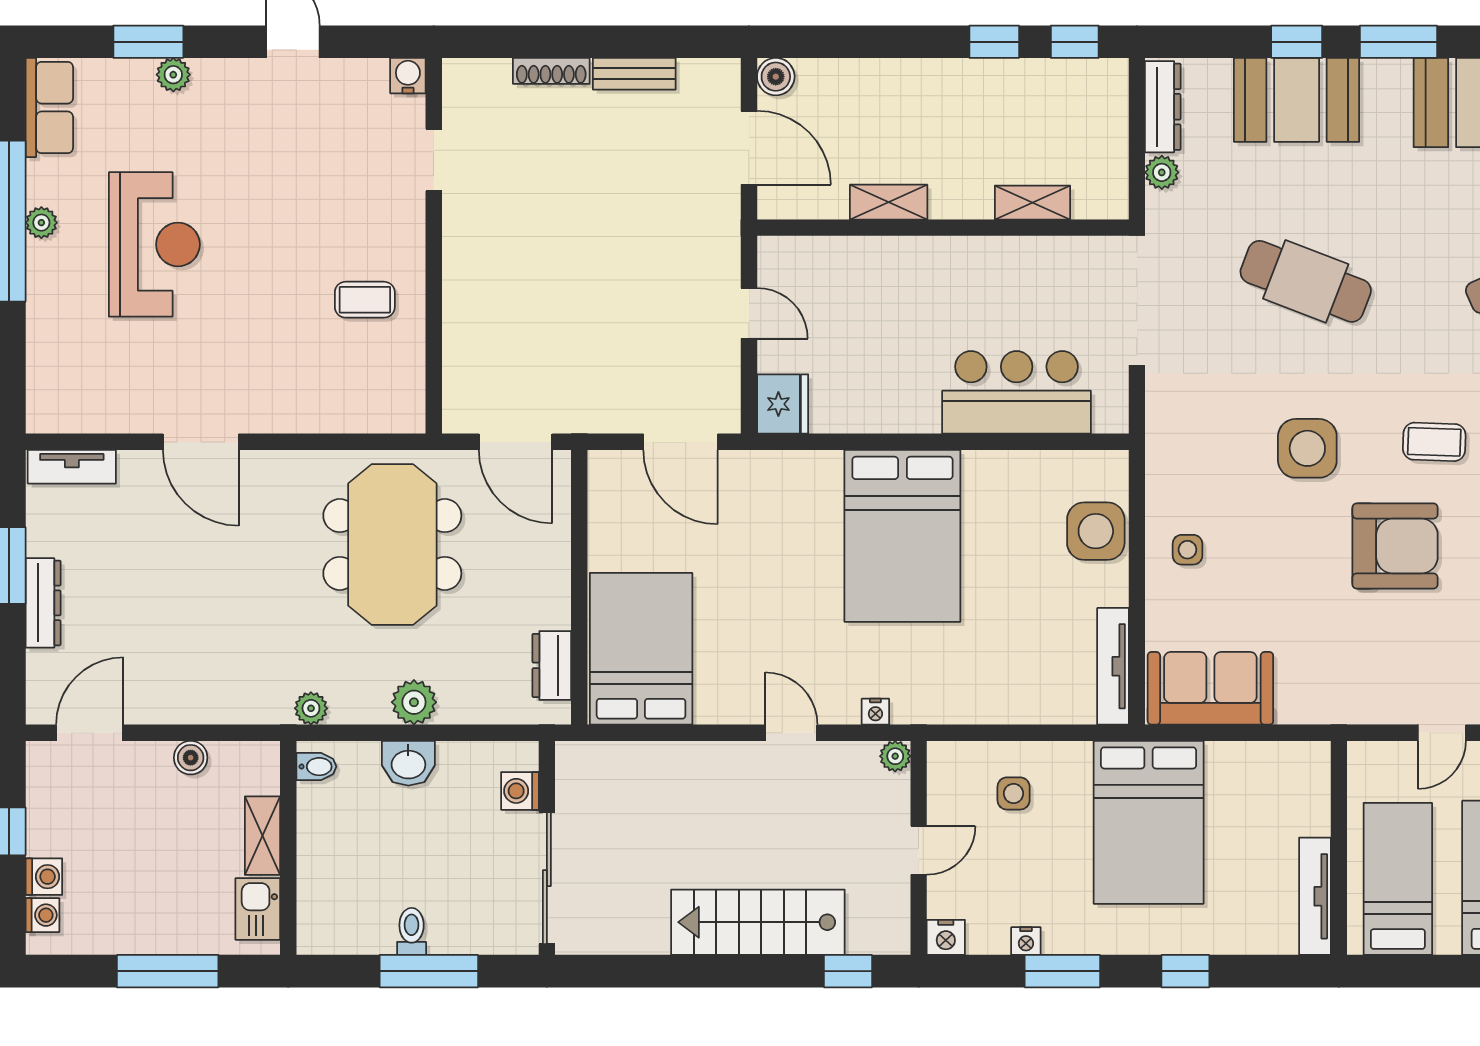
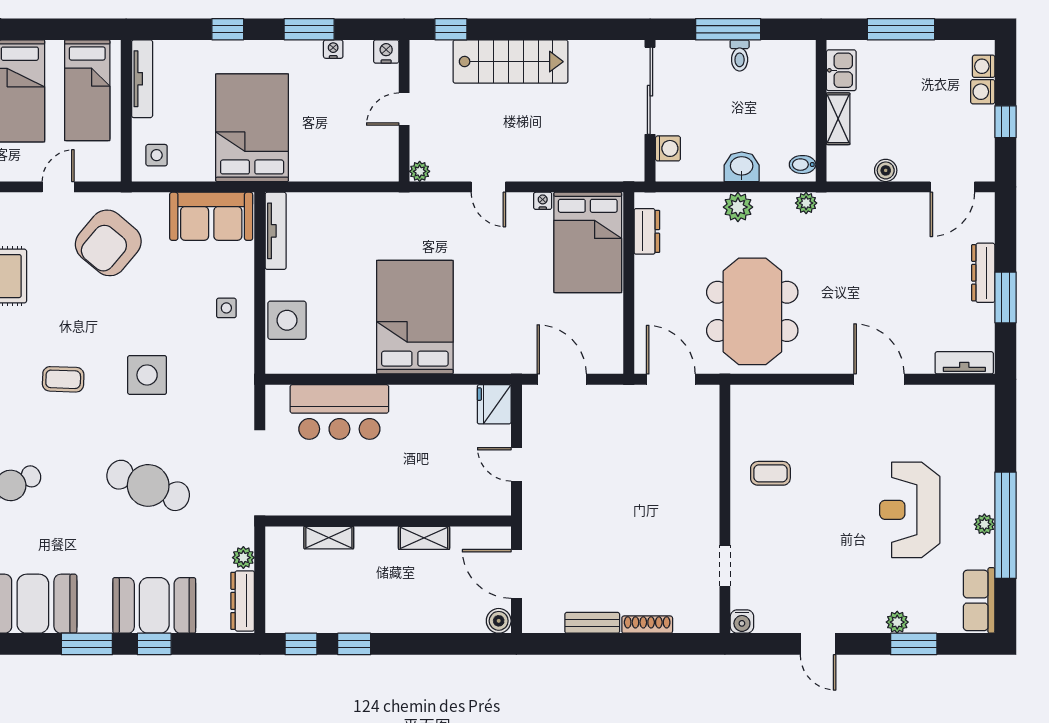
armchair: (1395, 546) -> (108, 243), moved, turned -50
nightstand: (875, 712) -> (543, 201), moved
side table: (1014, 793) -> (157, 155), moved

